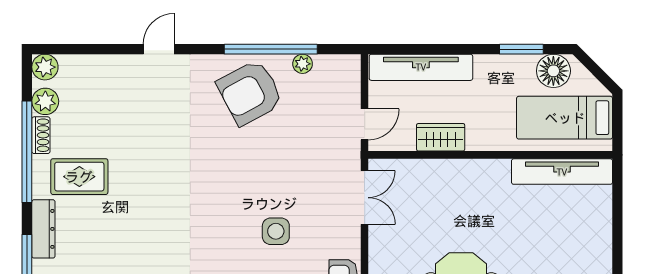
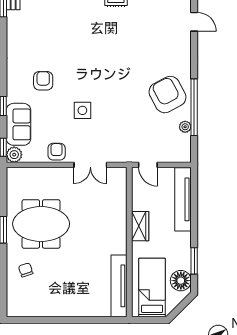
door: (159, 49) -> (194, 22), moved
wardrobe: (441, 137) -> (140, 226), moved
double door: (365, 198) -> (90, 165), moved

